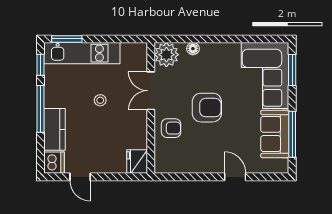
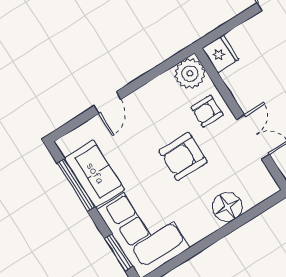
floor lamp: (193, 49) -> (227, 207), width x1.89, depth x1.89
plant: (166, 55) -> (190, 74), moved
door: (235, 177) -> (107, 103), hinge flipped

